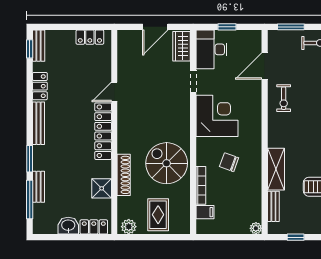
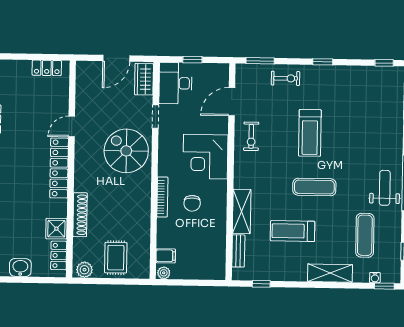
corner desk: (217, 116) -> (205, 157), moved, turned 180
chair: (229, 162) -> (192, 203), turned -110
spiral stairs: (167, 163) -> (126, 151), moved
bookcase: (201, 185) -> (162, 197), moved
locker: (94, 227) -> (59, 255), moved, turned -90
plant: (256, 228) -> (164, 273), moved

